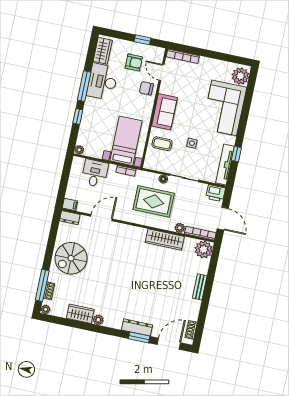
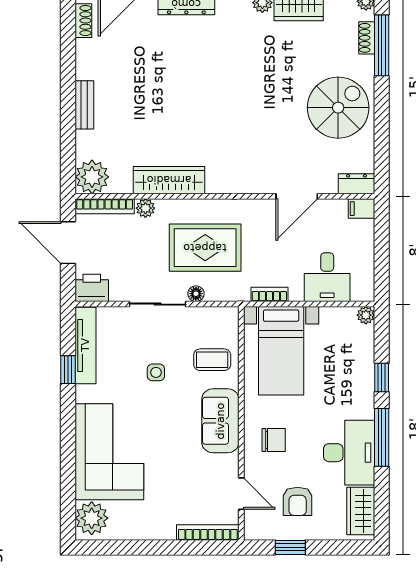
armchair: (134, 62) -> (298, 501), turned -90
chair: (146, 88) -> (274, 440), moved

